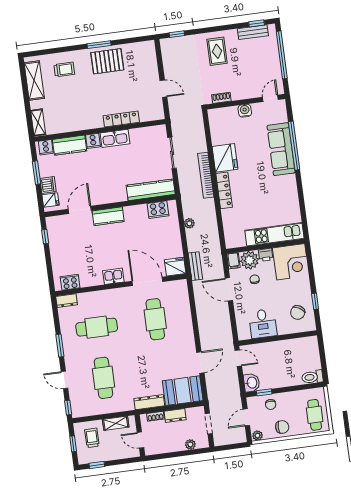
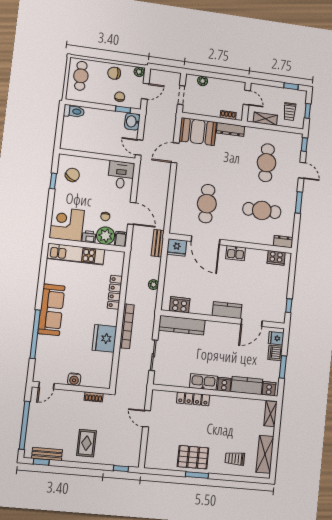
sofa: (281, 149) -> (51, 310), moved
locker: (224, 190) -> (115, 292), moved
desk: (263, 324) -> (121, 175), moved
dresser: (175, 415) -> (210, 111), removed

